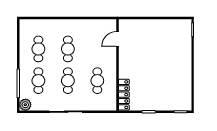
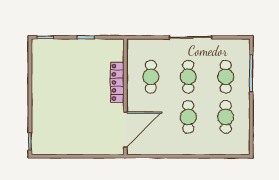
door: (117, 39) -> (125, 129), width x1.88
locker: (124, 95) -> (117, 82), moved
plant: (25, 105) -> (242, 46), removed

